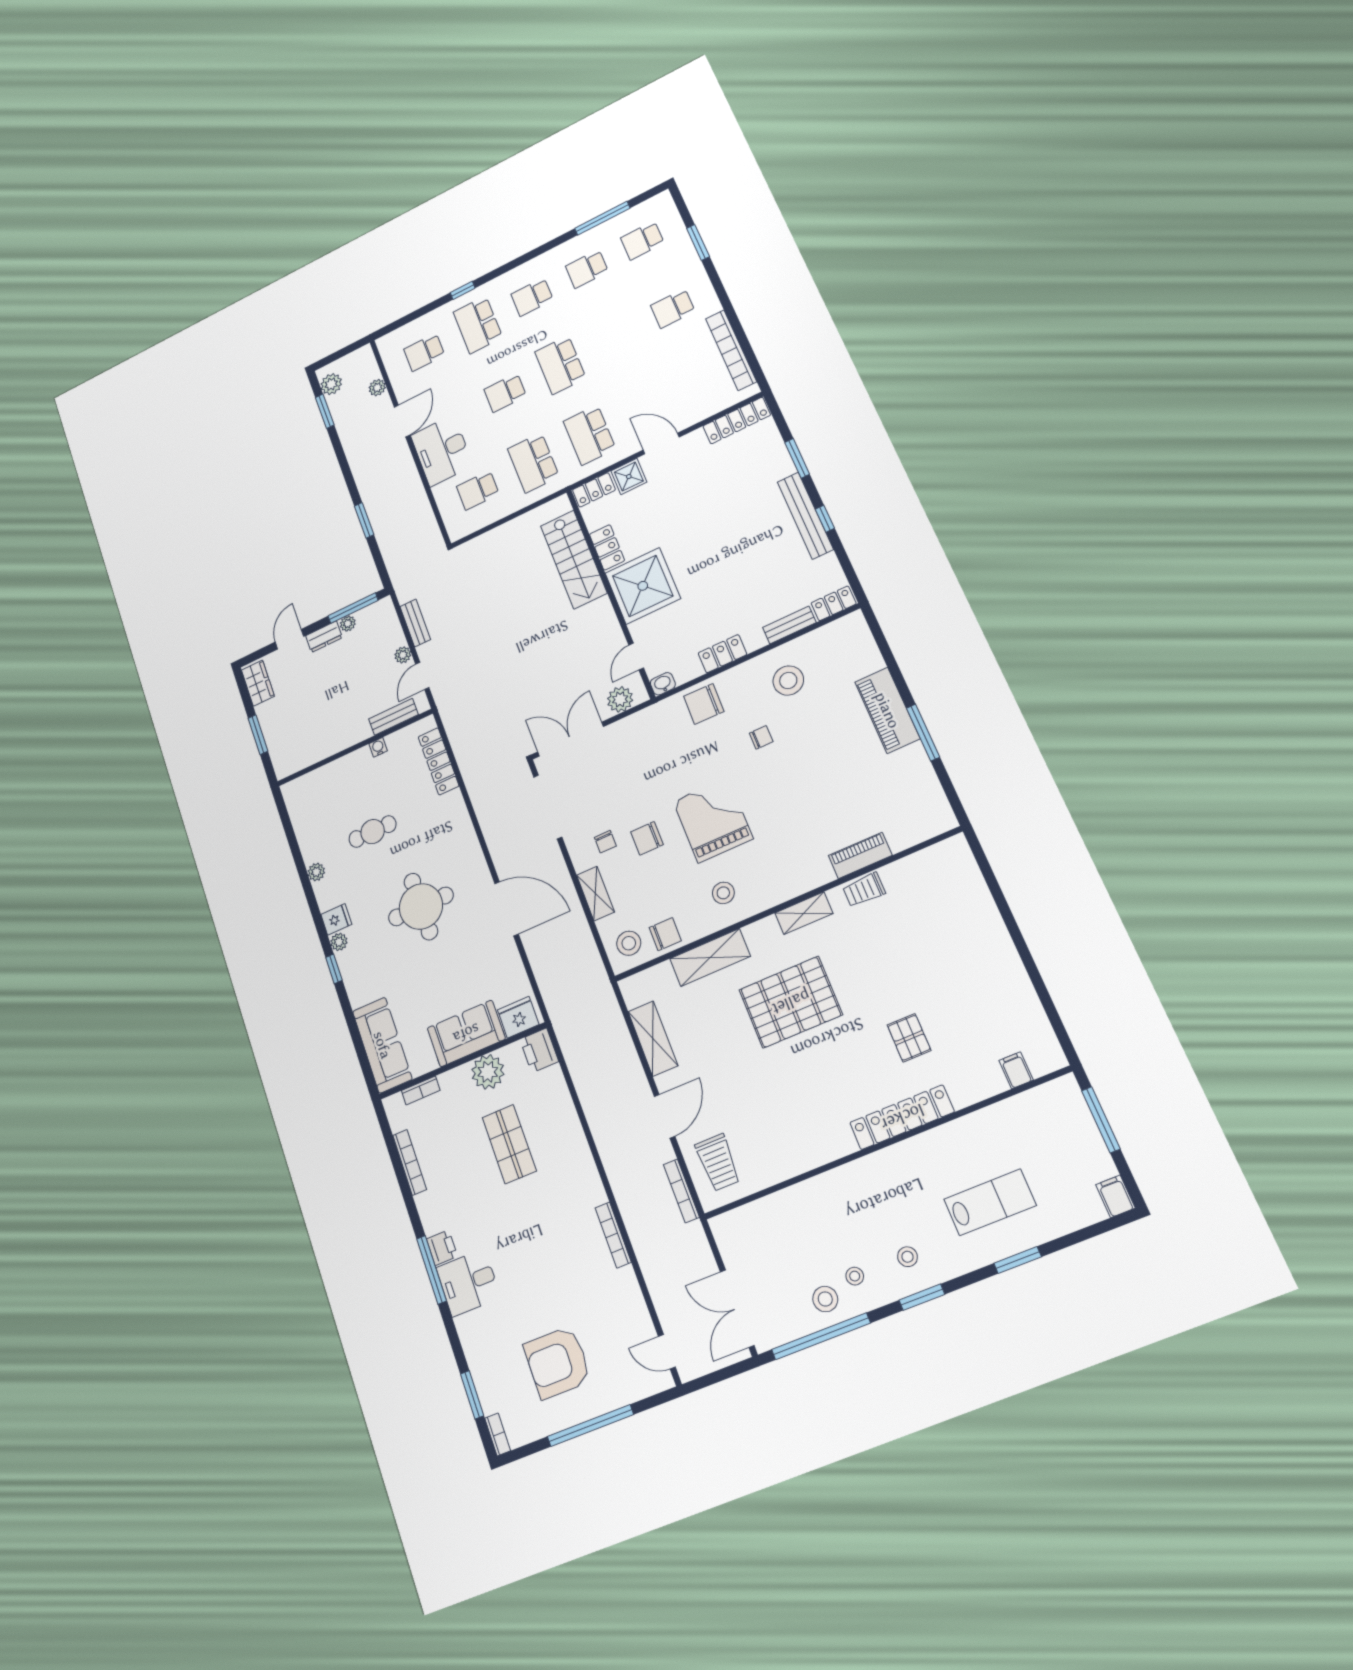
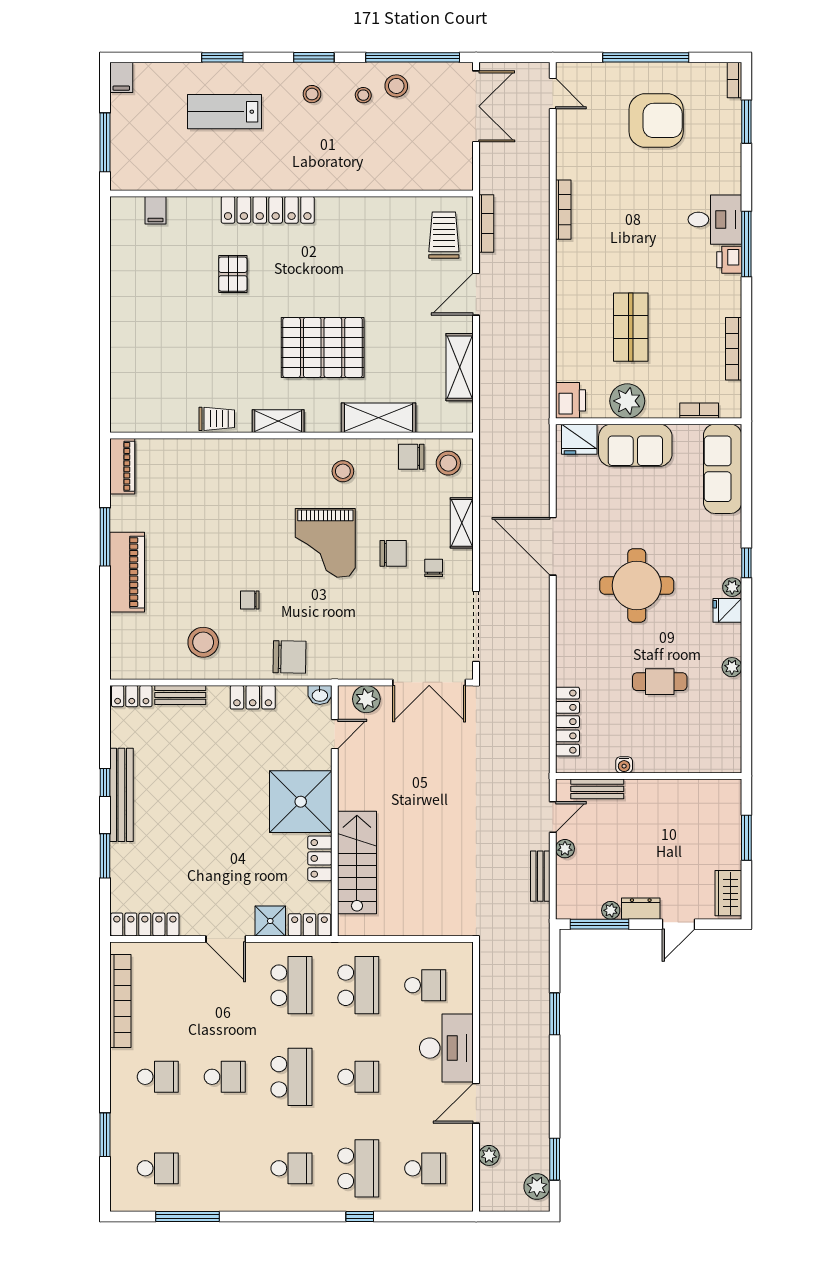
school desk: (587, 269) -> (225, 1077), moved
piano: (860, 855) -> (122, 466), moved, turned -90

